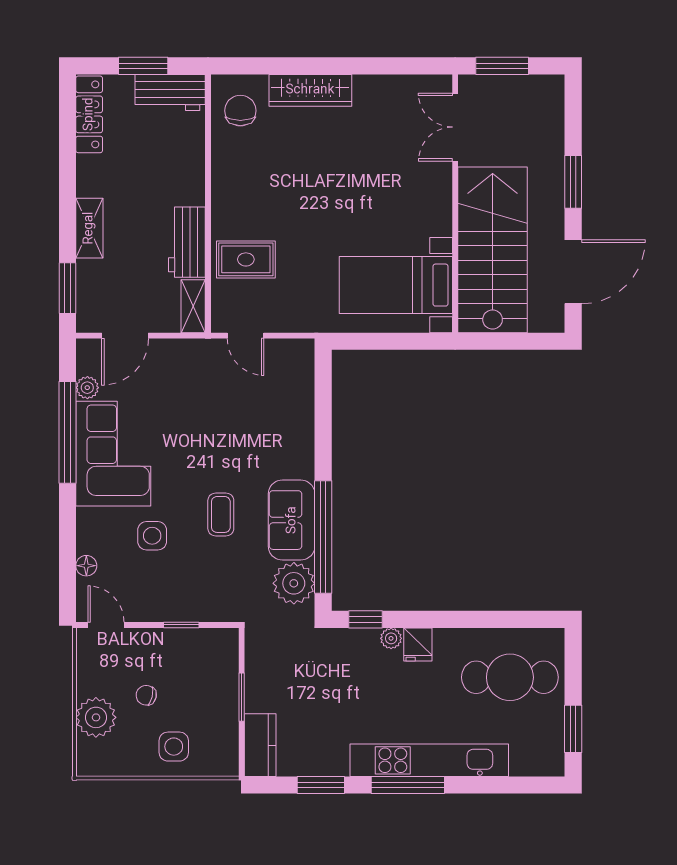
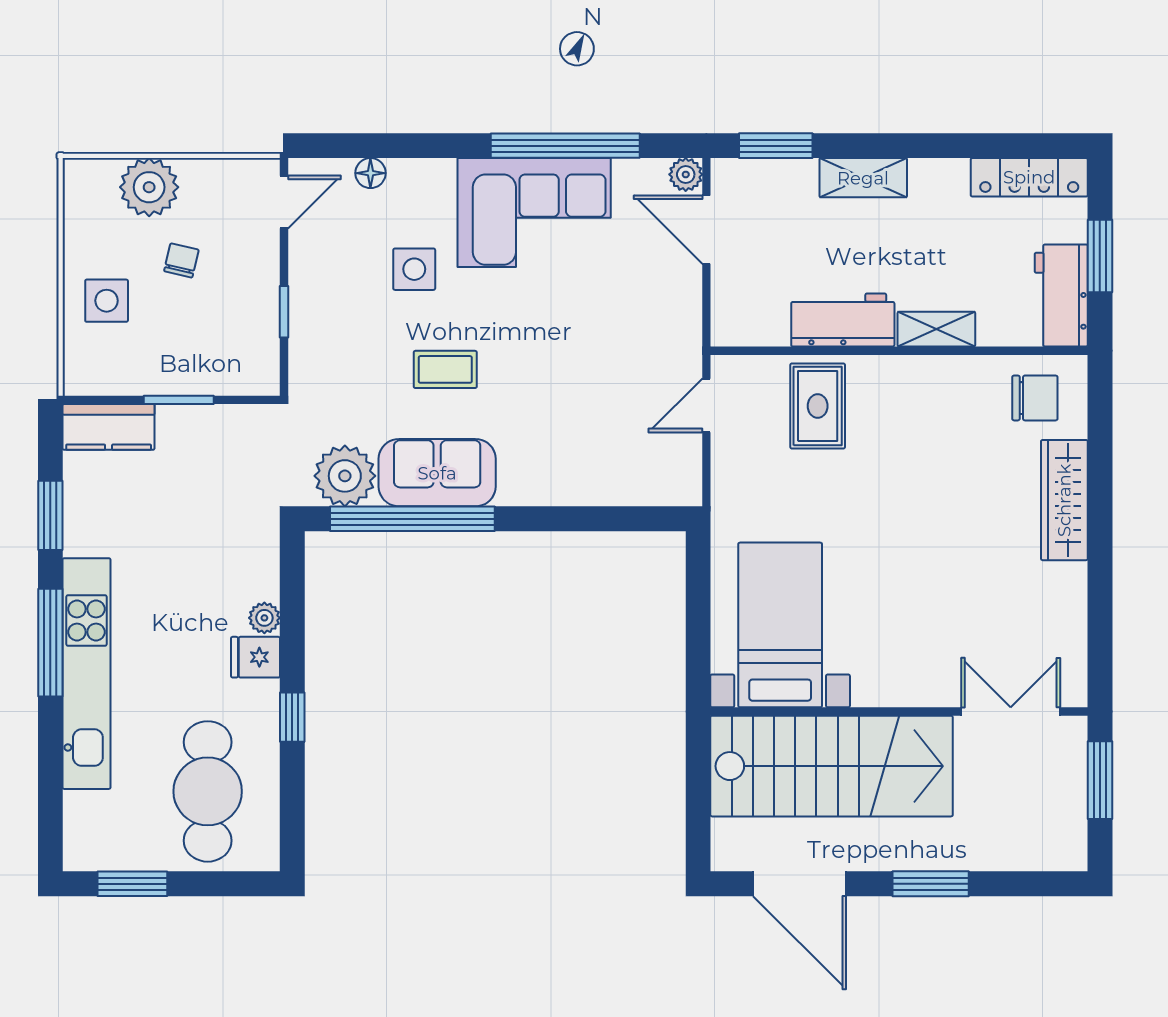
shelving: (193, 306) -> (936, 329), moved
plant: (87, 388) -> (686, 174), moved
window: (366, 619) -> (292, 717), moved

